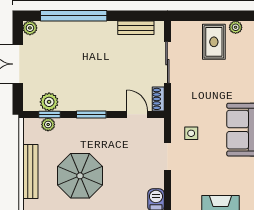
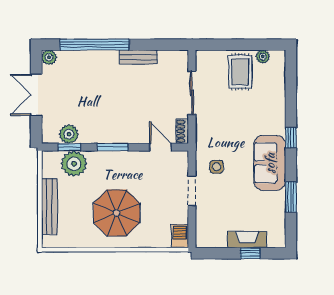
bench: (136, 28) -> (138, 57), moved
plant: (48, 124) -> (74, 164), width x1.88, depth x1.88
parasol: (80, 176) -> (117, 213), moved

